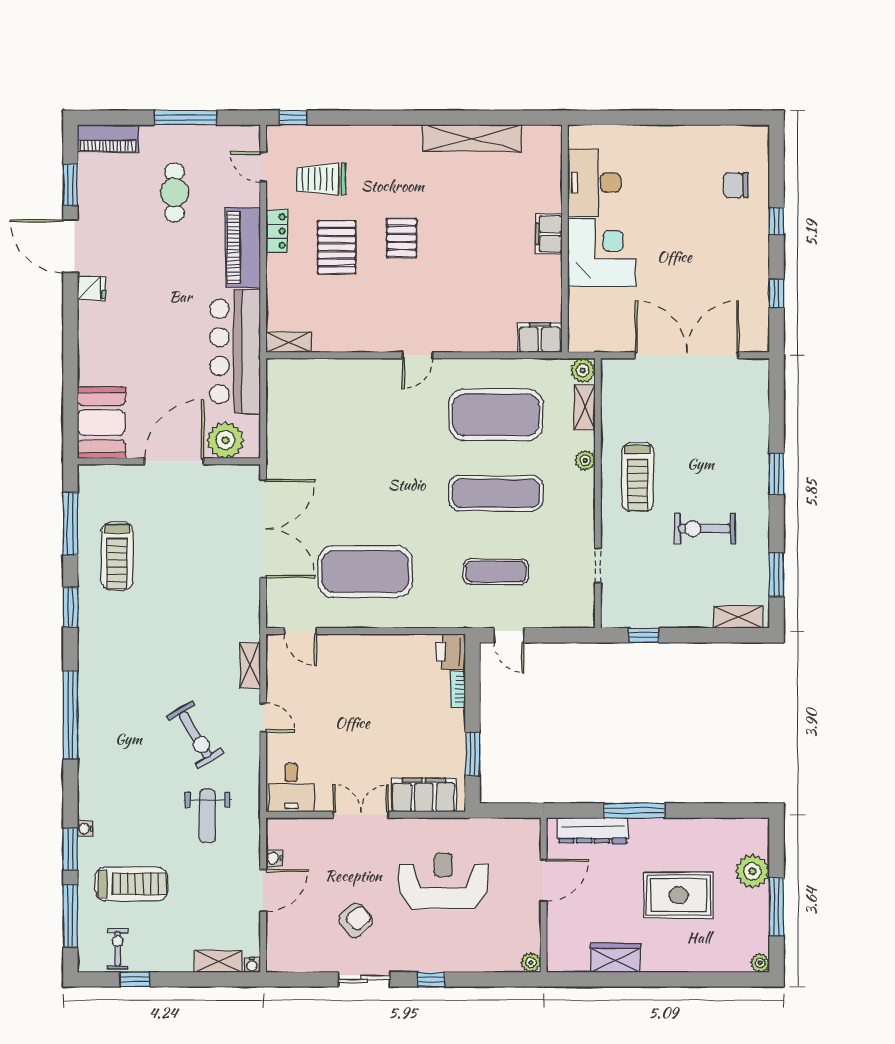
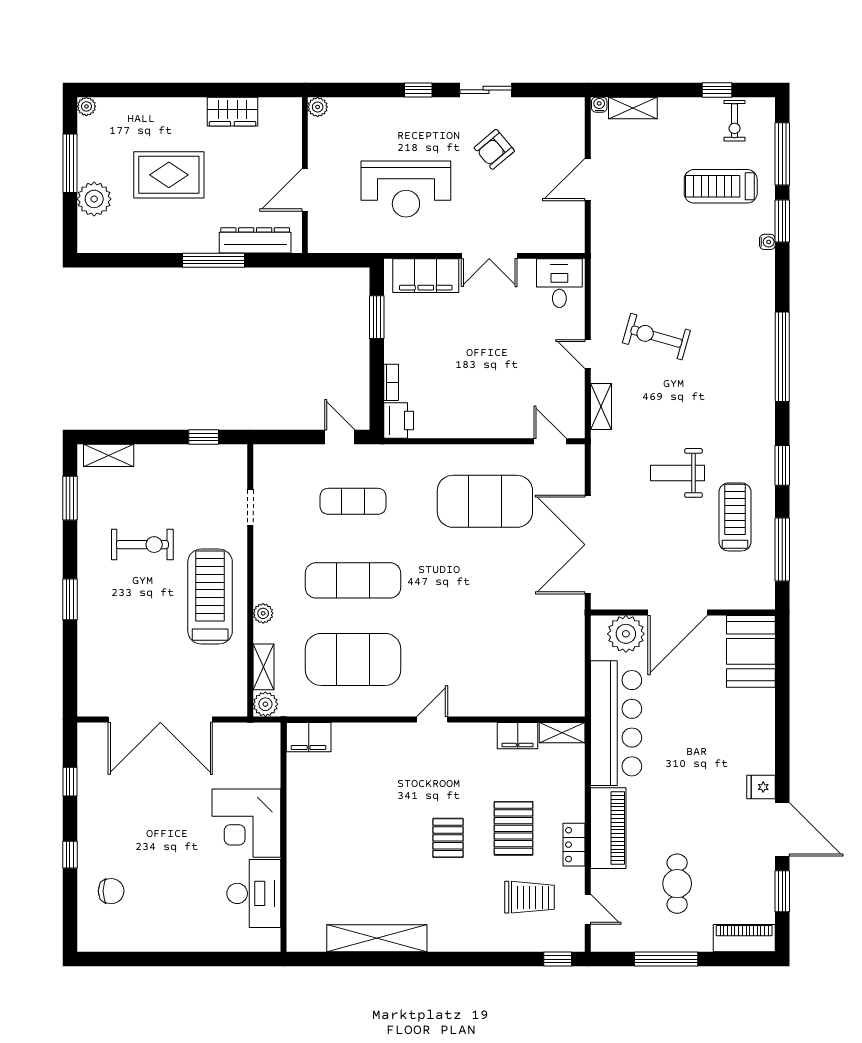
filing cabinet: (549, 234) -> (518, 736), moved, turned 90
treadmill: (638, 477) -> (210, 596), width x1.37, depth x1.38
exercise bike: (195, 735) -> (656, 337), turned -43
weight bench: (207, 816) -> (677, 473), moved, turned -90
water cooler: (274, 858) -> (576, 212), removed

